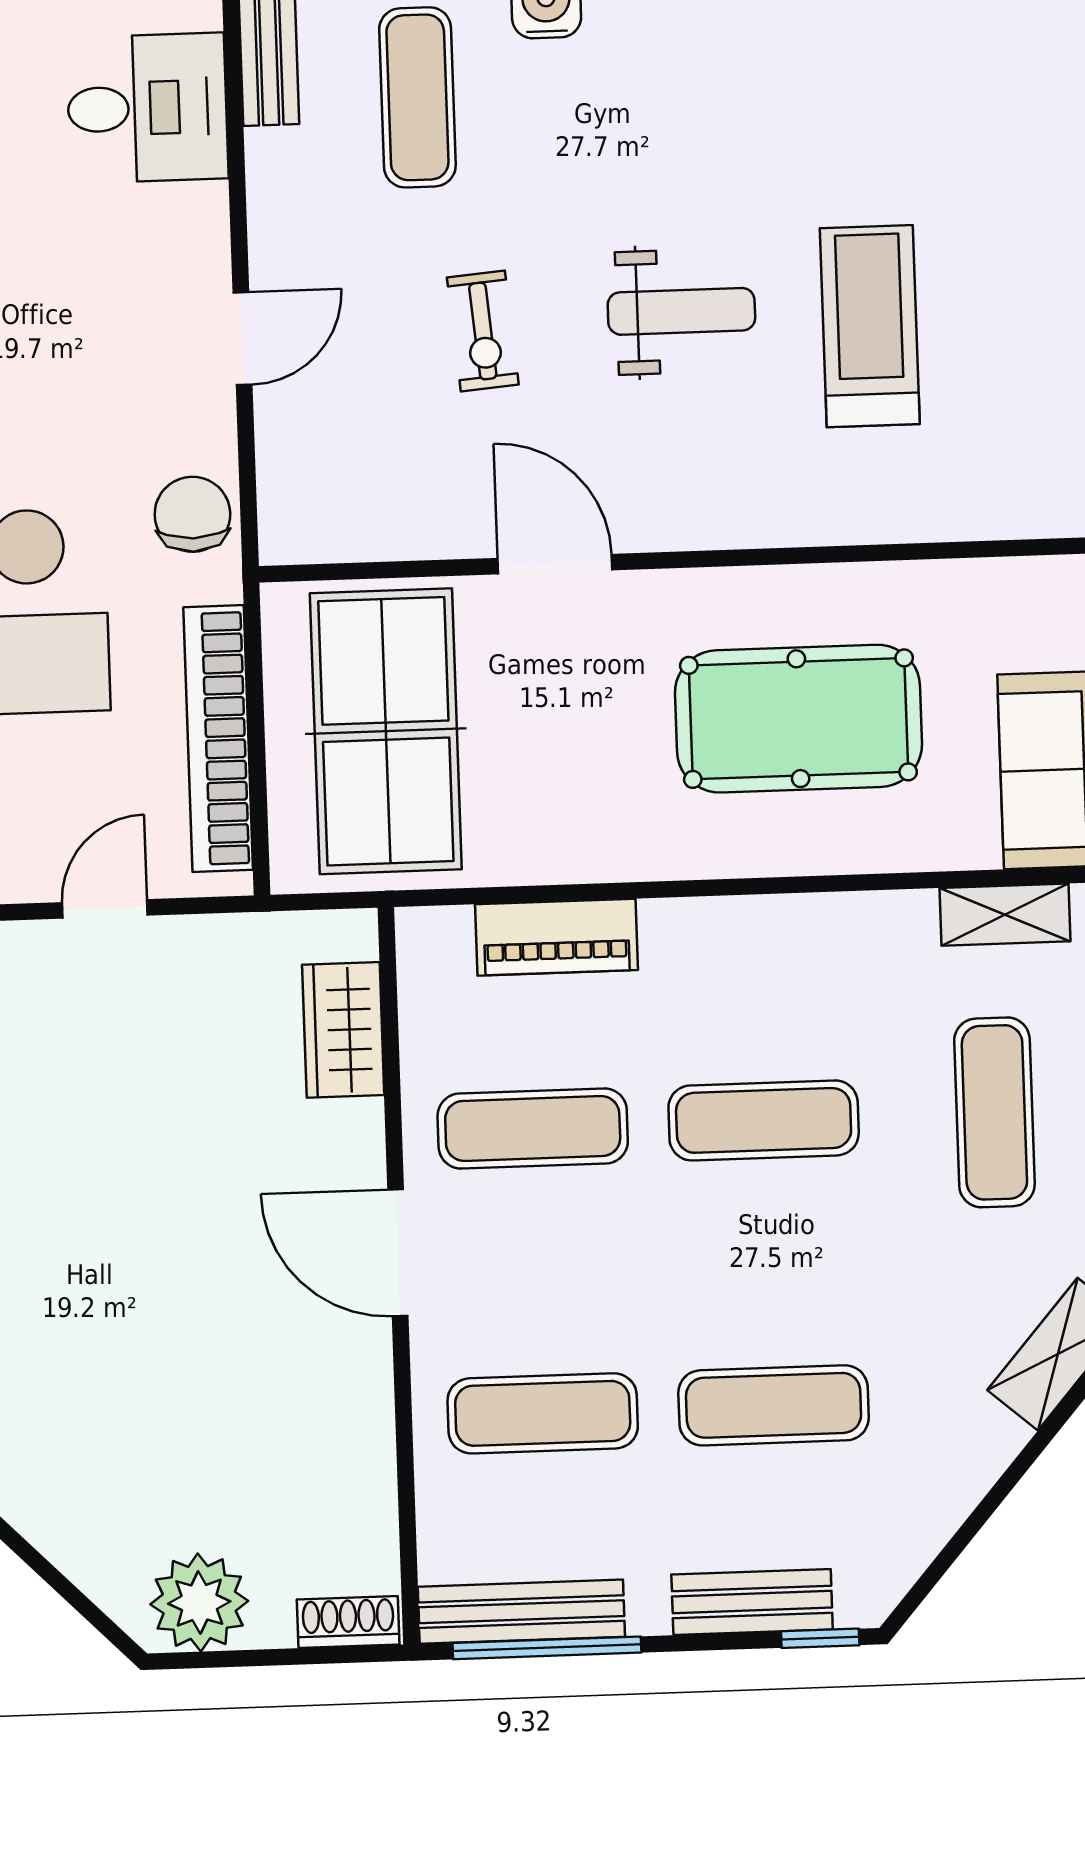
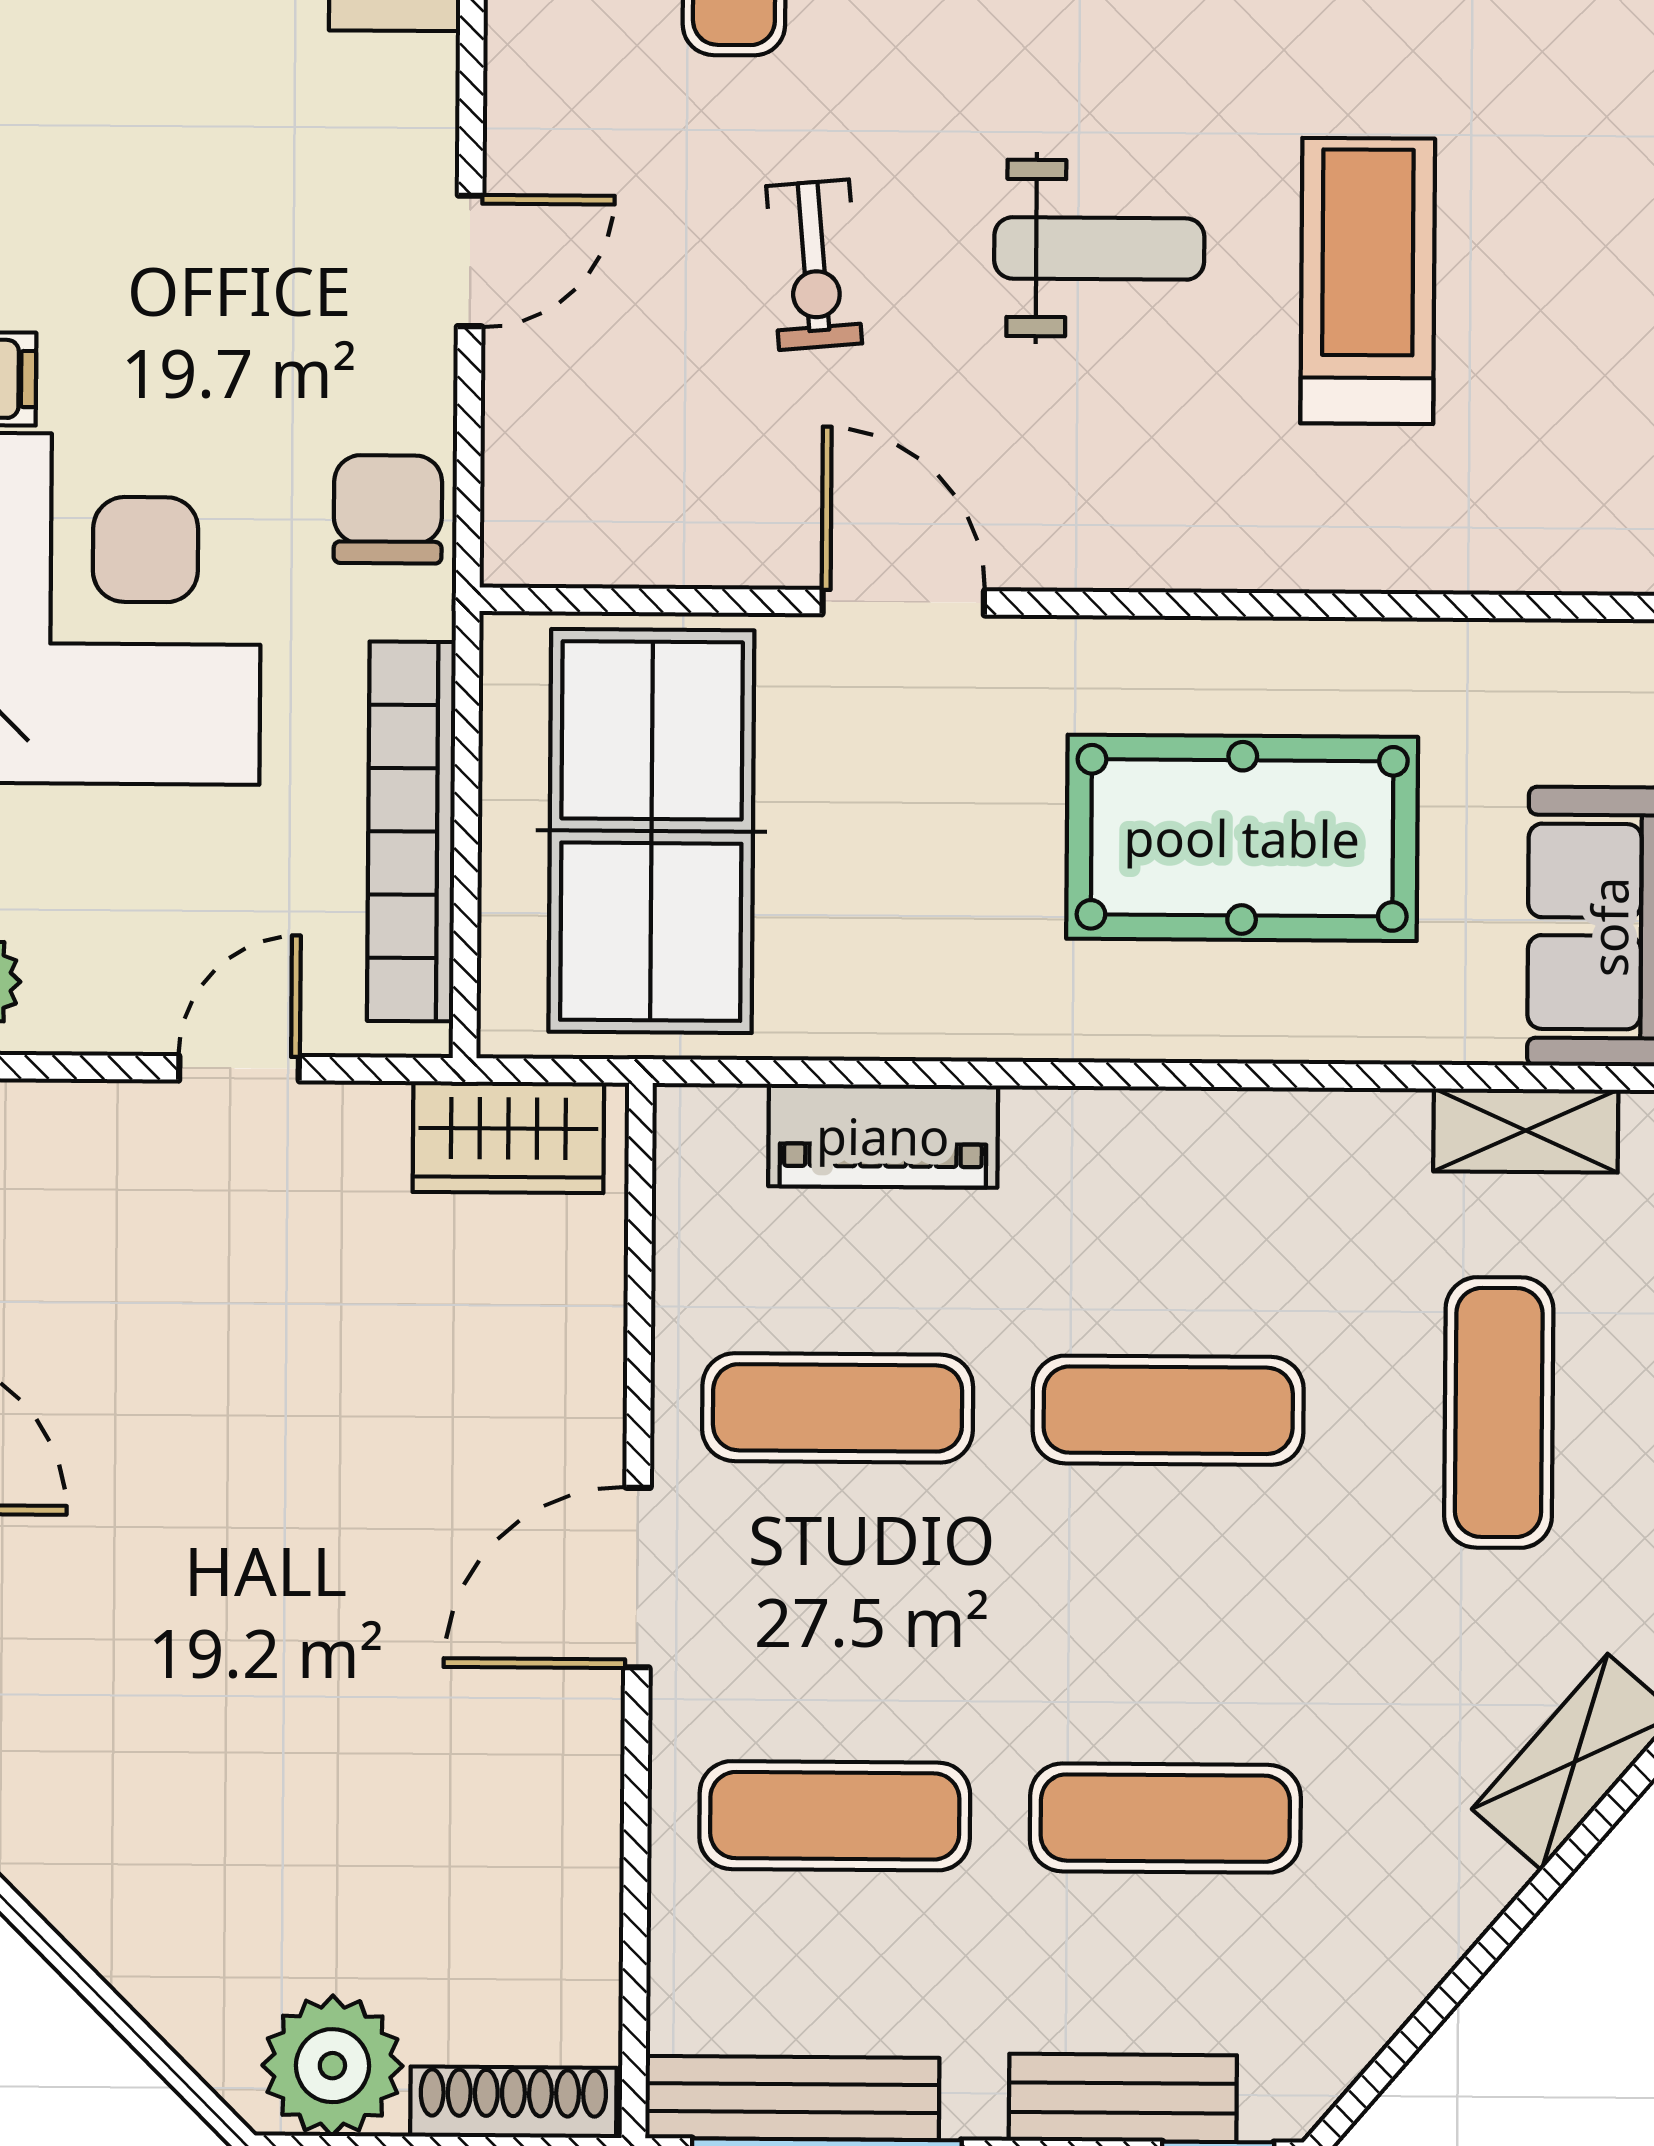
wardrobe: (343, 1030) -> (508, 1137), moved, turned -90
door: (398, 1253) -> (637, 1578), hinge flipped
shoe rack: (348, 1622) -> (513, 2102), width x1.43

